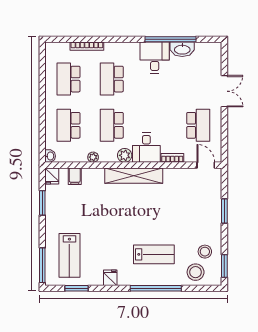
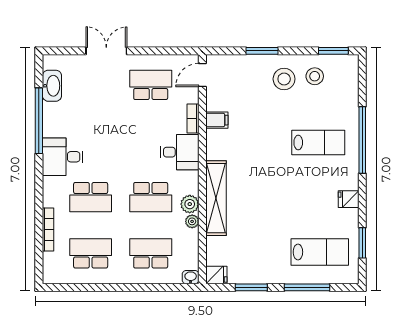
washbasin: (182, 49) -> (52, 86), moved
desk: (155, 58) -> (63, 157), moved
school desk: (68, 79) -> (91, 253), turned 180
school desk: (68, 125) -> (151, 253), turned 180
plant: (125, 155) -> (190, 204), moved
filing cabinet: (75, 176) -> (217, 120), moved
shelving: (134, 176) -> (216, 198), moved
lab bench: (154, 254) -> (318, 142), turned 90
window: (42, 265) -> (307, 287), moved
stool: (196, 272) -> (284, 79), moved

